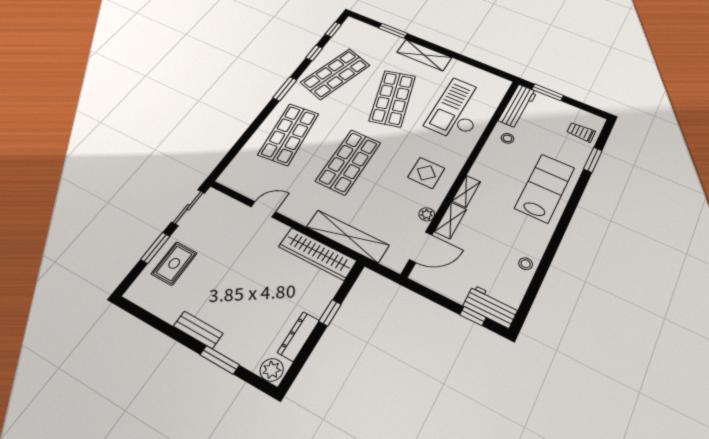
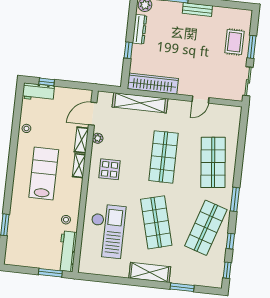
trolley: (581, 132) -> (18, 246), removed
lab bench: (545, 188) -> (44, 174), moved, turned 180

